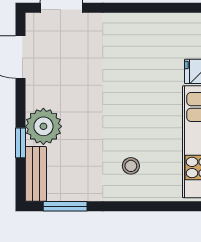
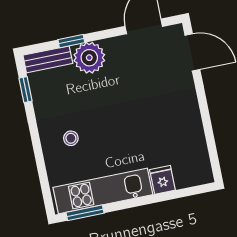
window: (65, 206) -> (26, 90), width x0.67

